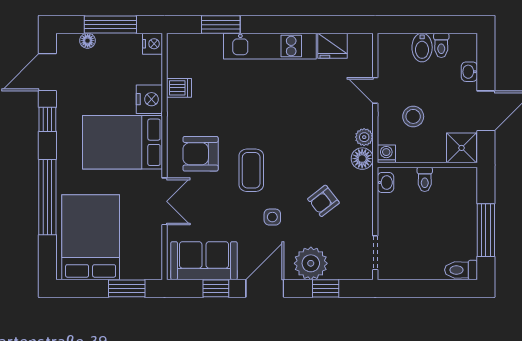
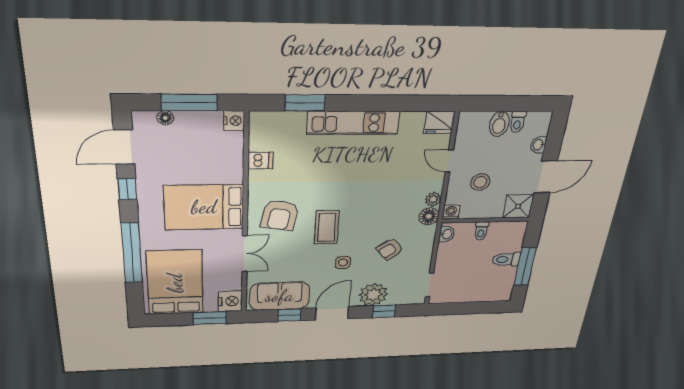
fridge: (332, 46) -> (439, 122), moved
nightstand: (149, 99) -> (230, 301), moved
armchair: (201, 154) -> (280, 215), turned -79
toilet: (461, 270) -> (506, 259), moved

